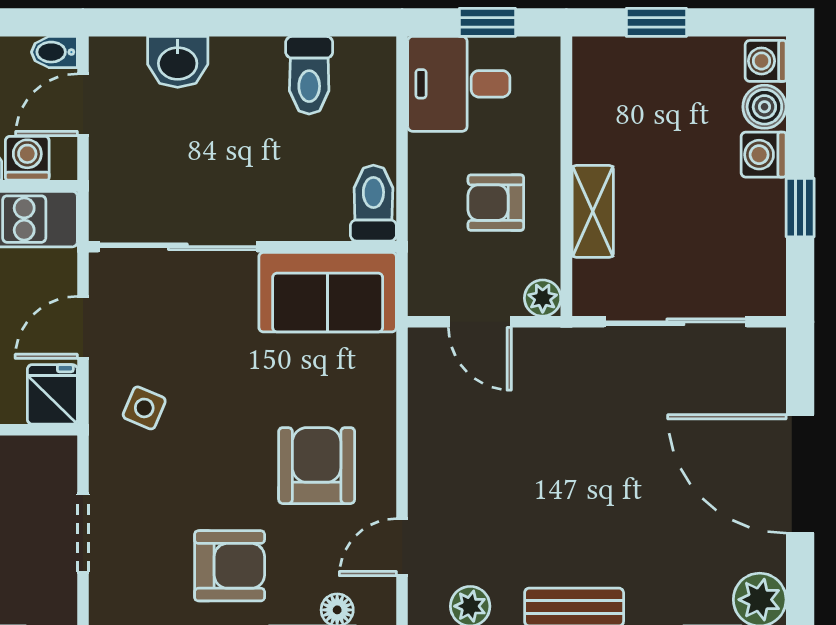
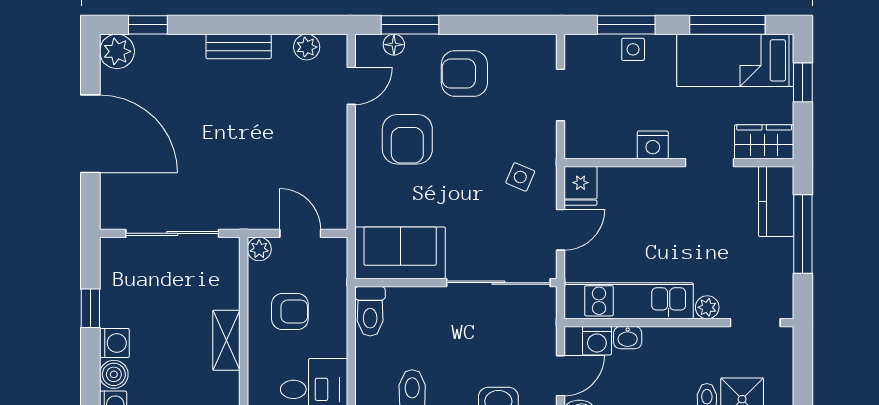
shelving: (593, 211) -> (226, 340), moved

